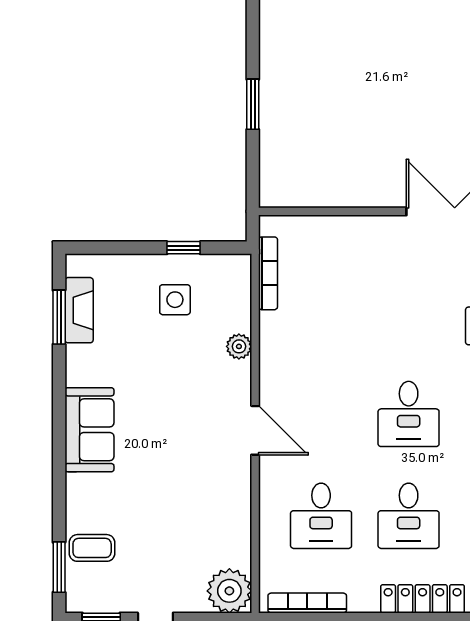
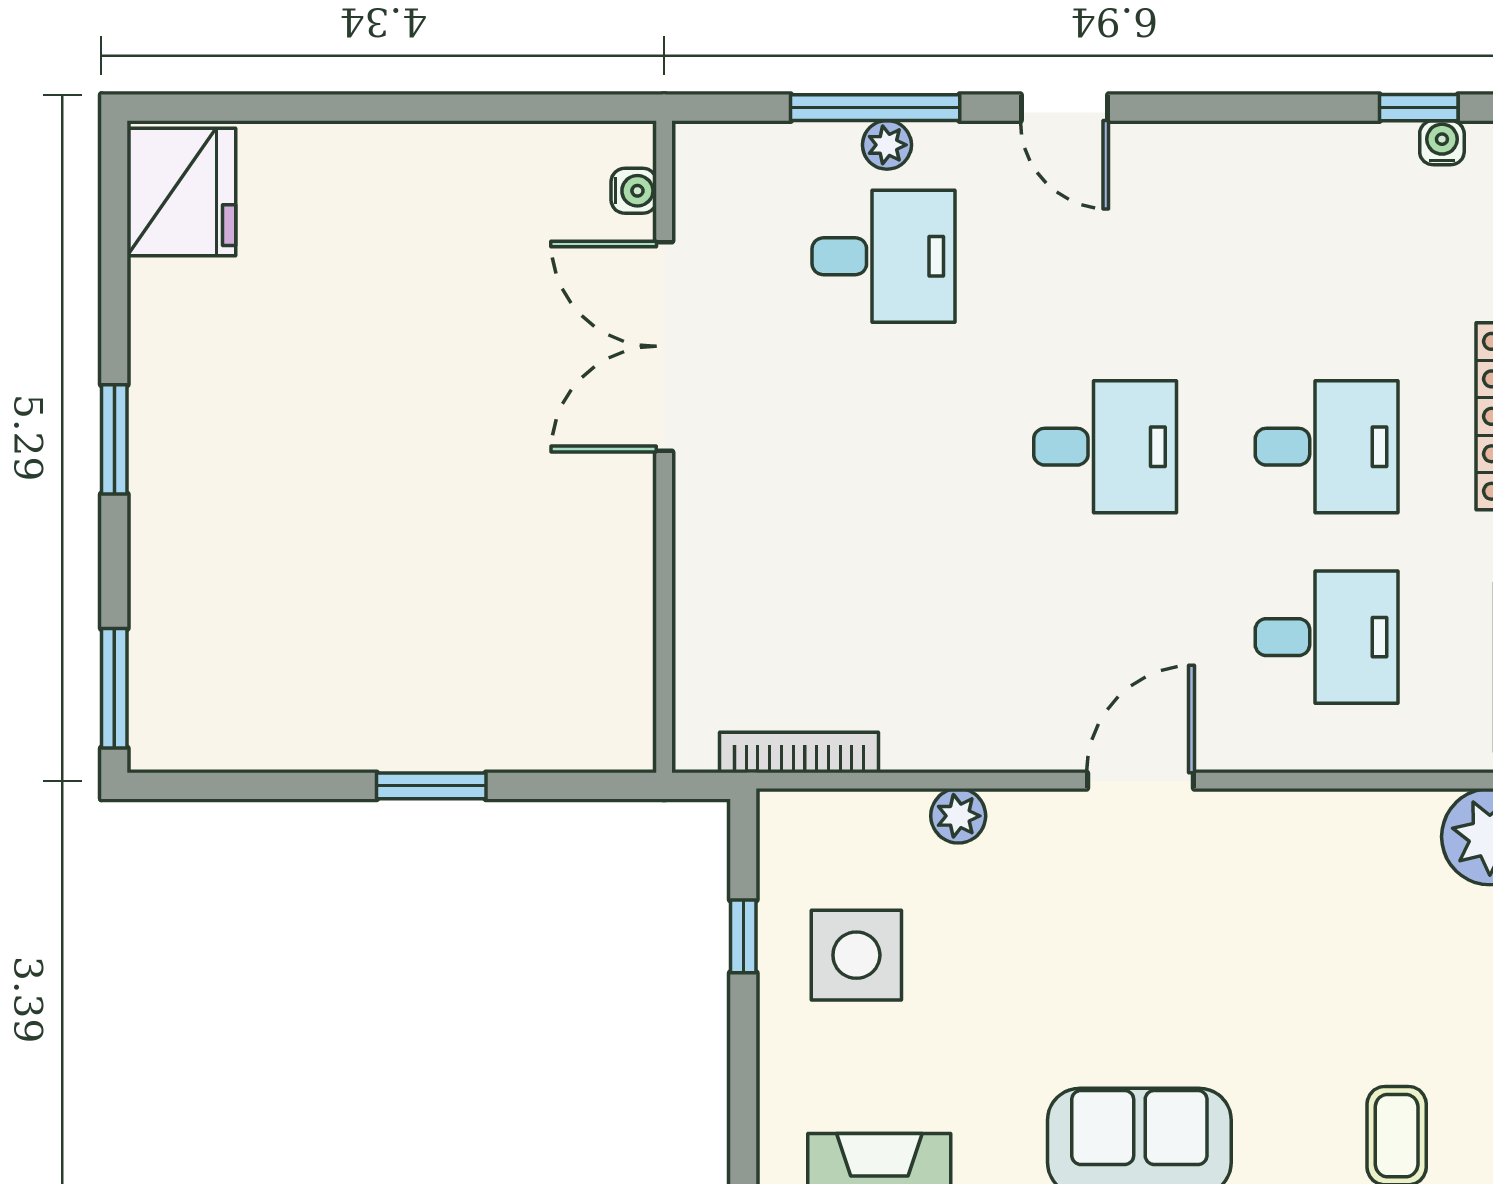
side table: (175, 300) -> (856, 955), width x1.37, depth x1.37

